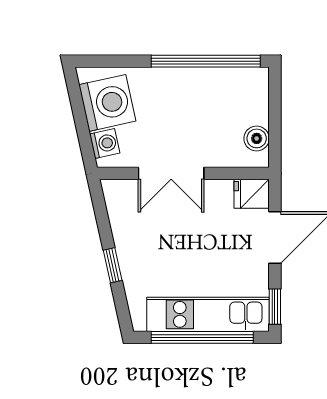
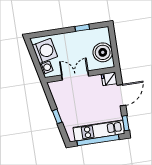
window: (206, 61) -> (82, 28), width x0.32
boiler: (257, 138) -> (103, 52), width x1.86, depth x1.86
double door: (171, 173) -> (75, 76), swing flipped

